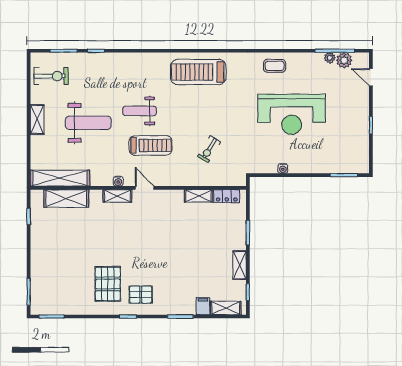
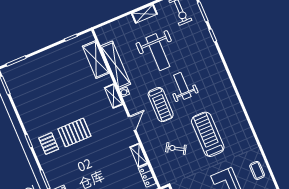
treadmill: (198, 72) -> (208, 134), moved
shelving: (60, 178) -> (116, 65), moved
door: (145, 188) -> (132, 123), moved
pallet: (108, 284) -> (74, 133), moved

